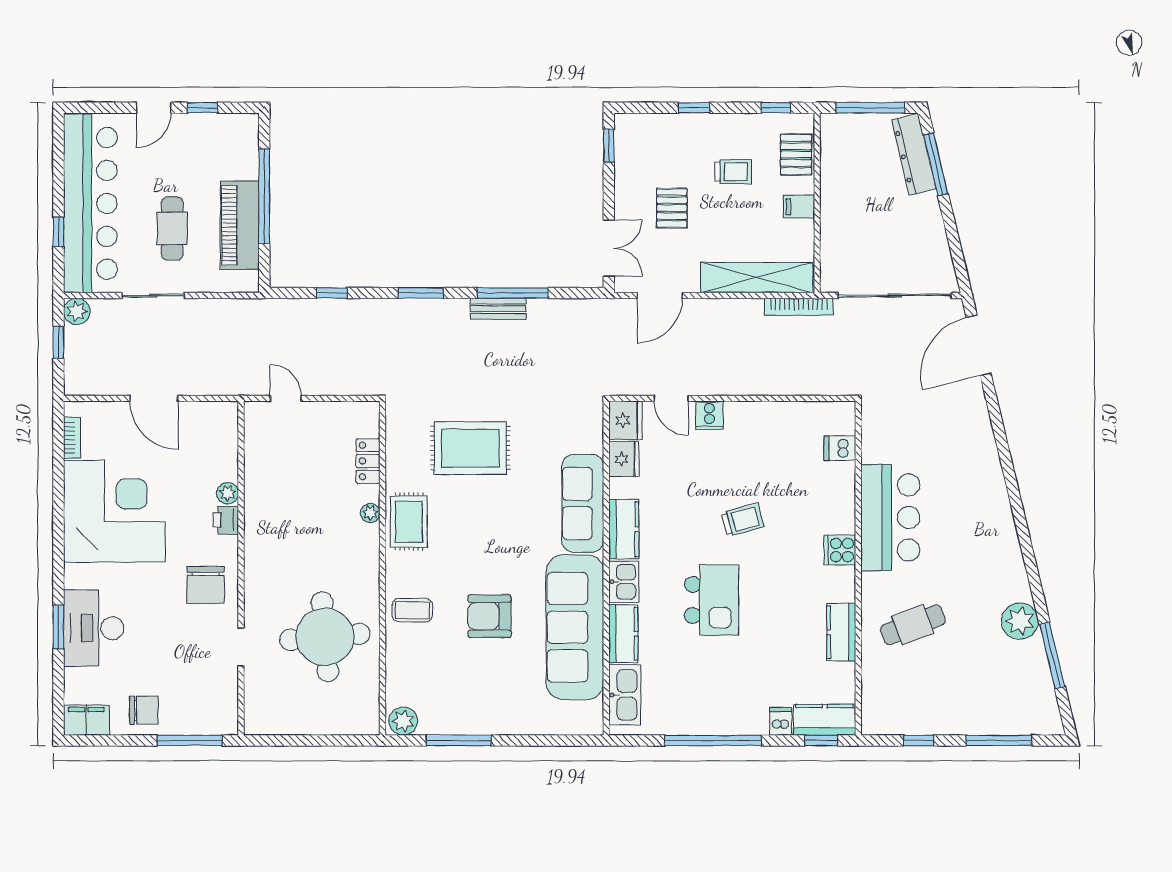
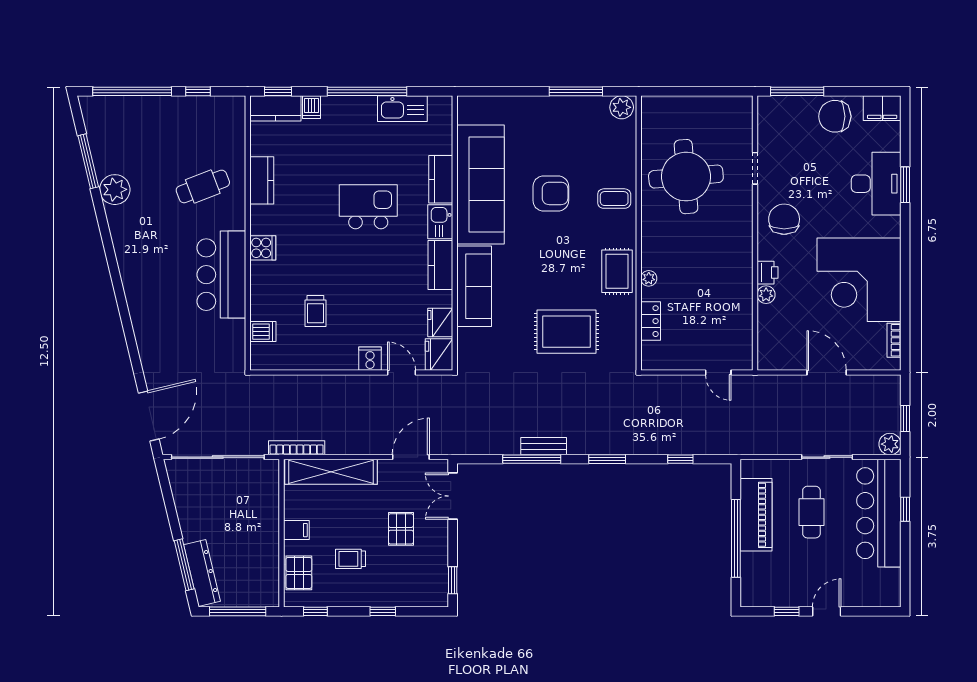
bar counter: (90, 203) -> (879, 513), width x0.73
trolley: (743, 520) -> (315, 311), moved, turned -75
kitchen island: (712, 600) -> (368, 207), turned 90
kitchen sink: (625, 695) -> (402, 109), moved, turned -90
chair: (144, 710) -> (835, 116), width x1.37, depth x1.37
window: (999, 740) -> (132, 91), width x1.46

